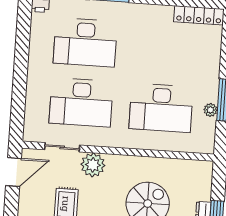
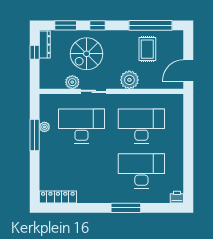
sliding door: (62, 147) -> (94, 91), moved
plant: (169, 167) -> (72, 82), added

